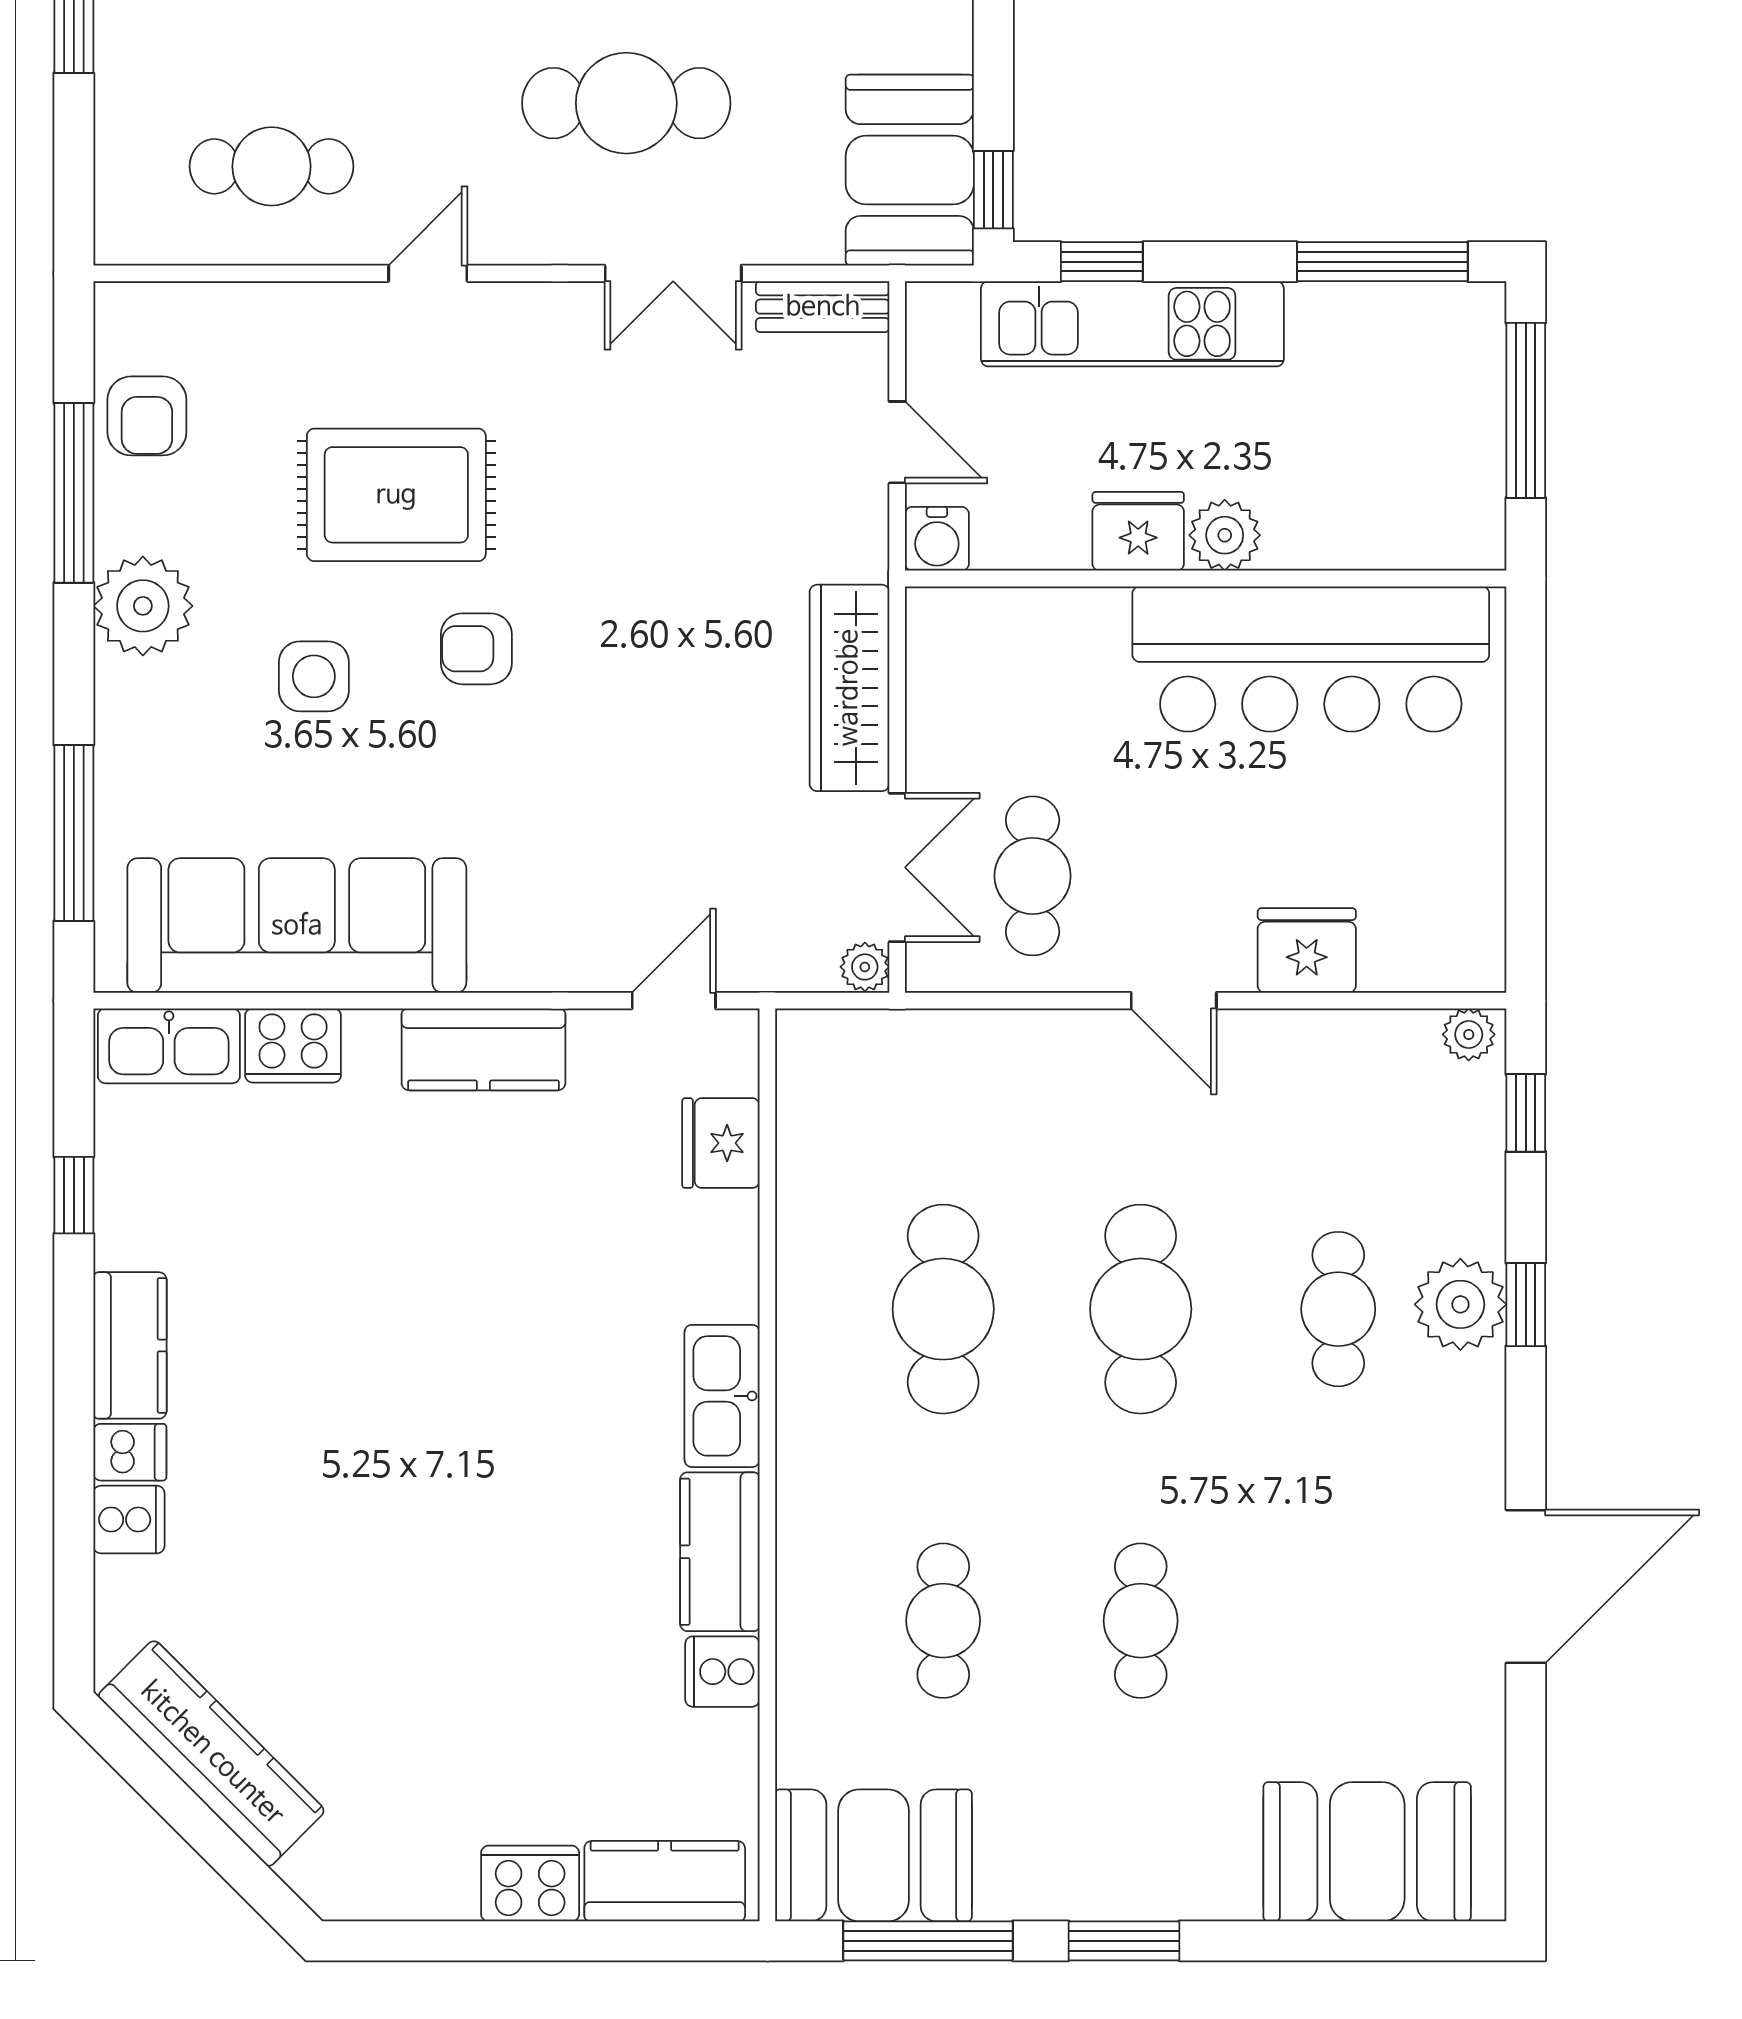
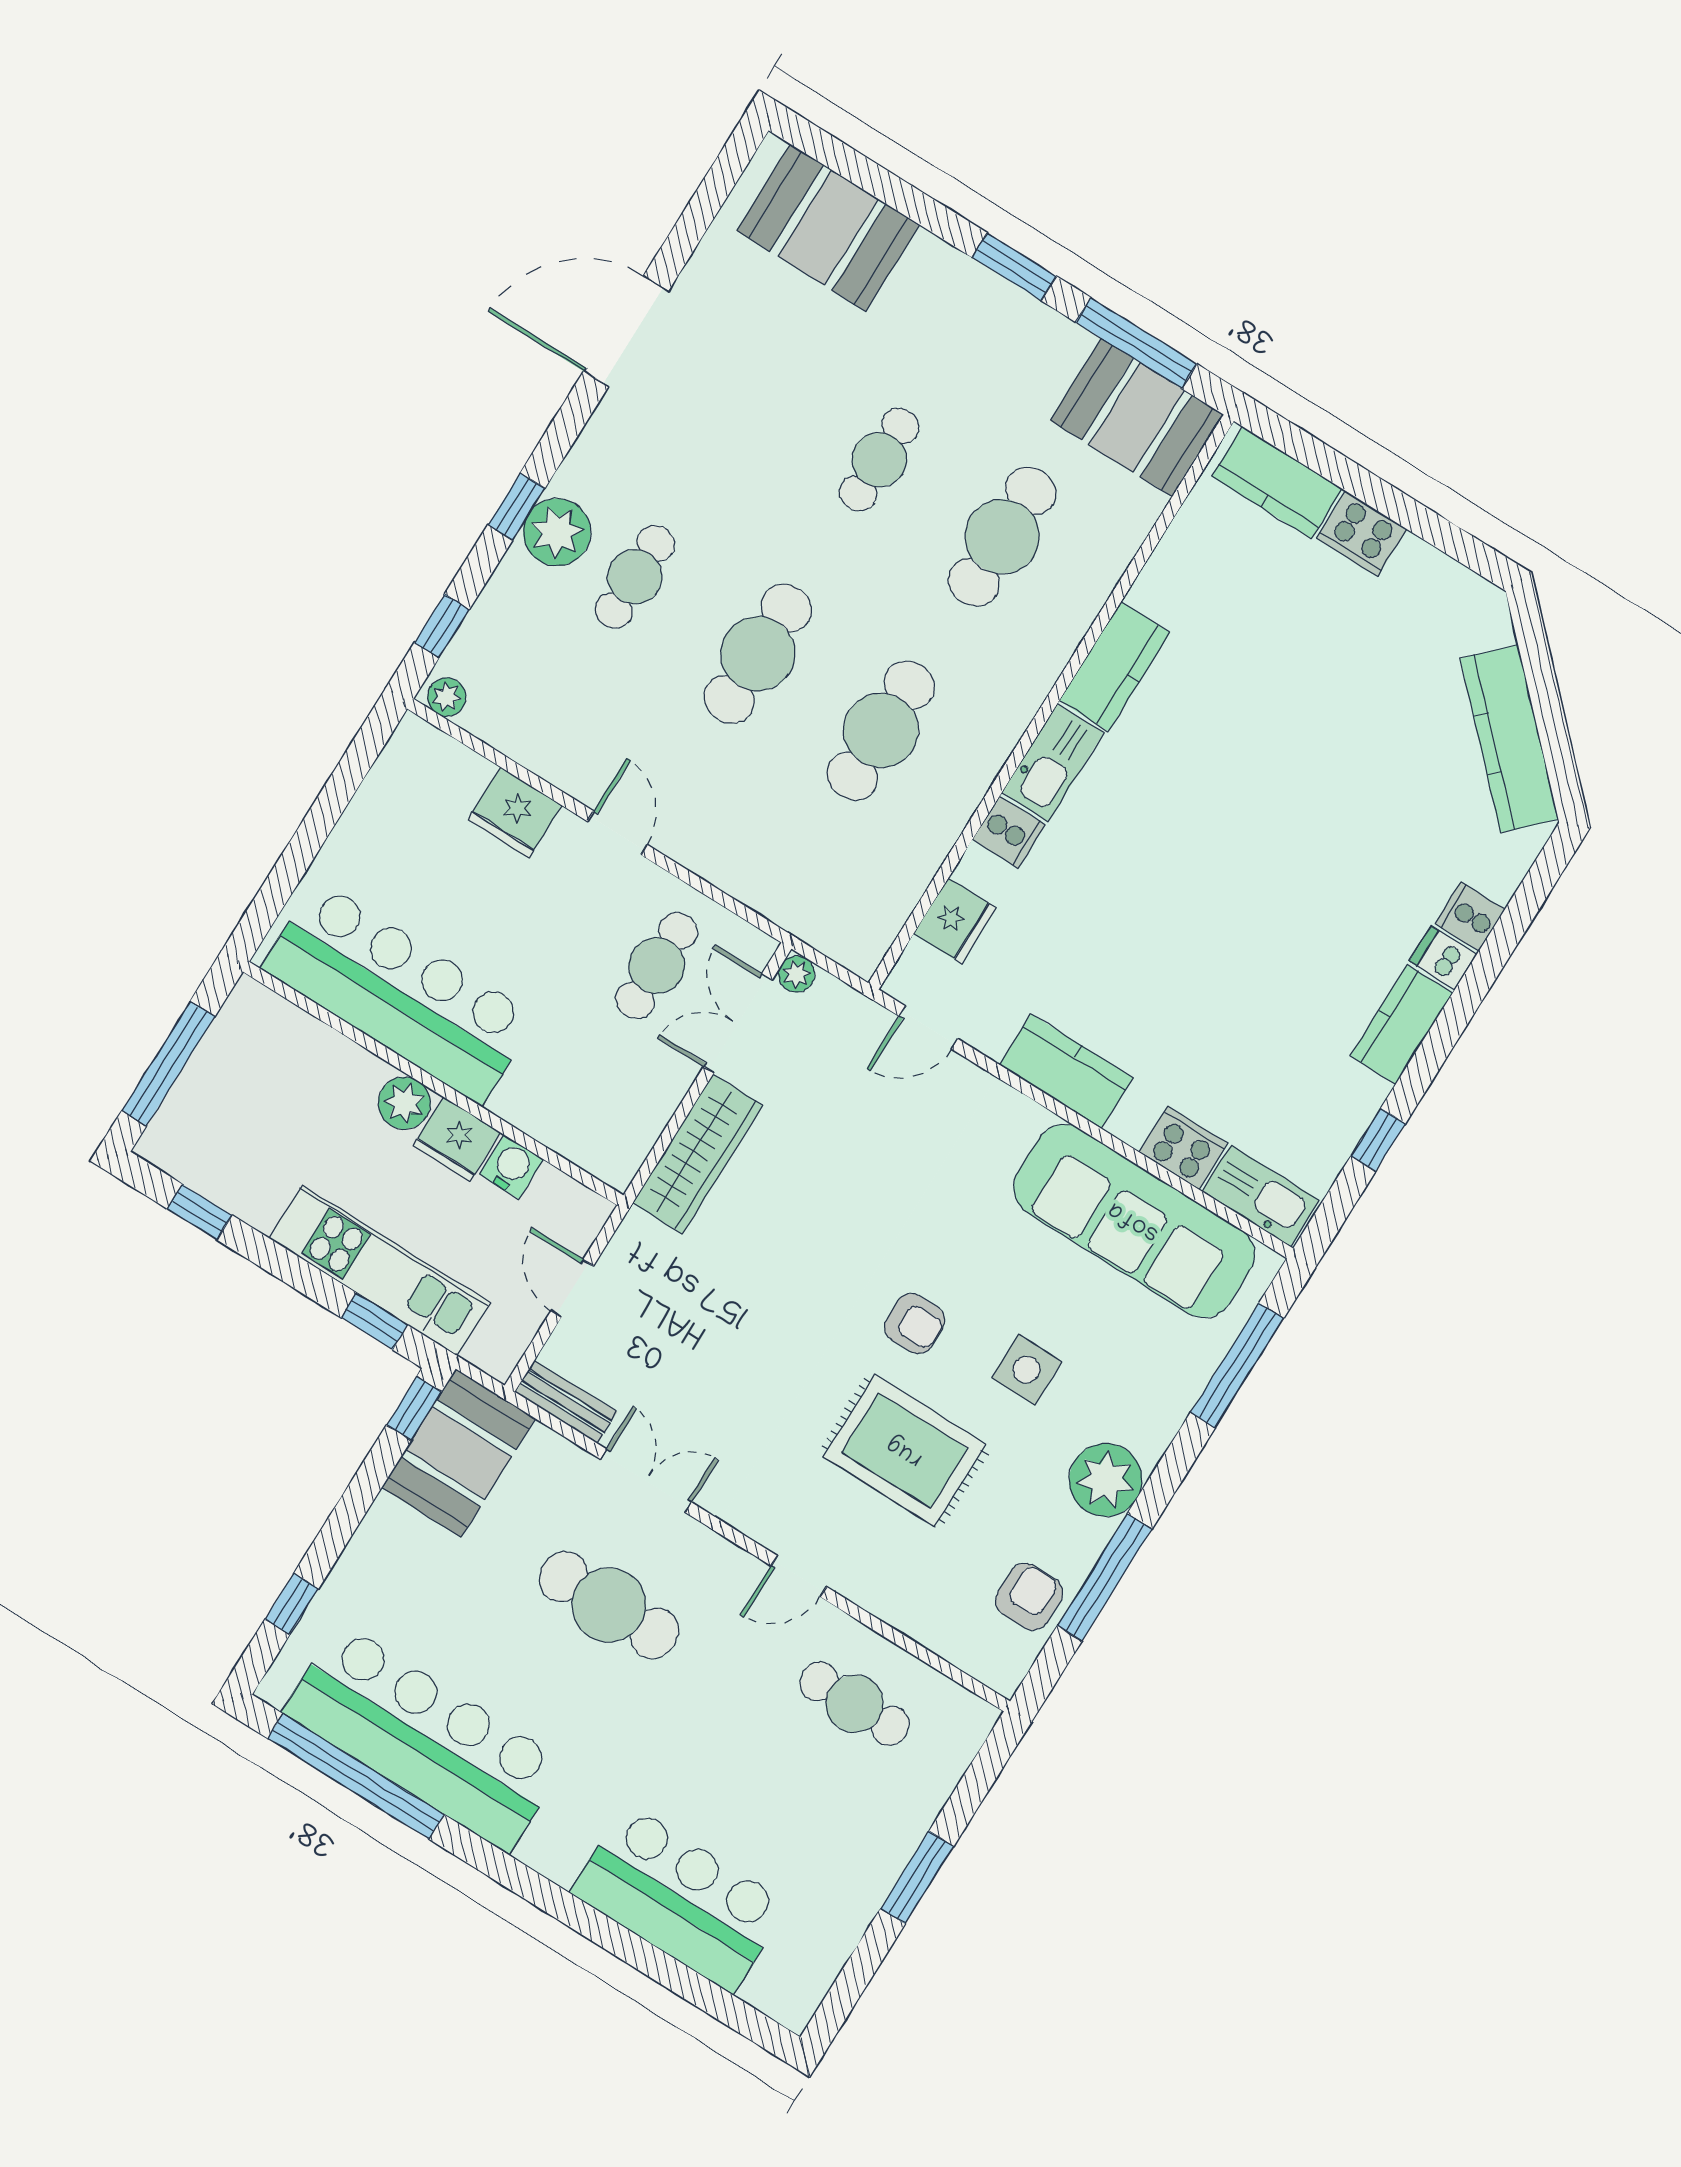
window: (1382, 262) -> (200, 1212), width x0.46
water cooler: (937, 539) -> (511, 1167), moved
cafe table: (943, 1621) -> (1002, 537), width x1.37, depth x1.35
cooker: (722, 1672) -> (1009, 832), moved

